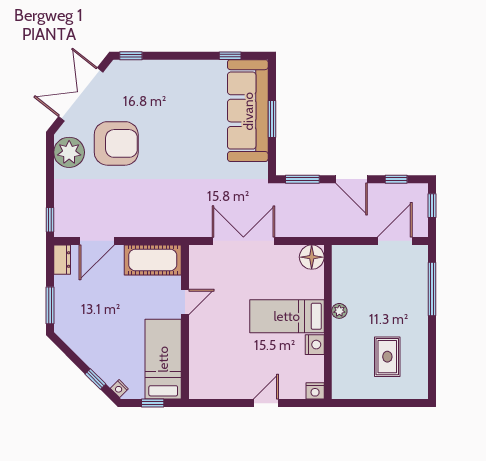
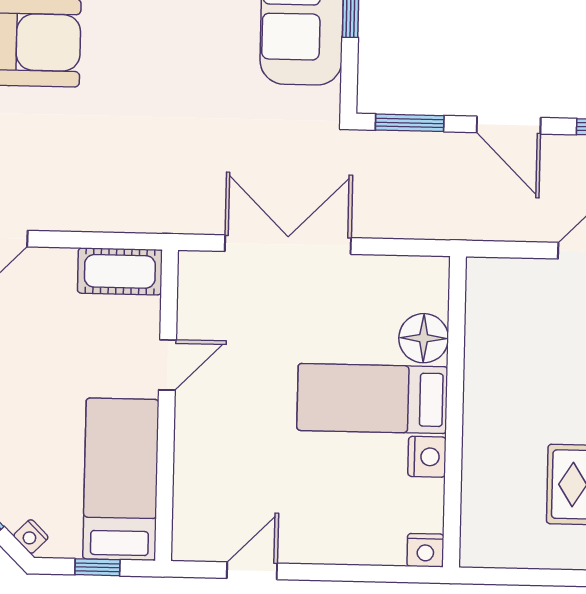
floor lamp: (312, 257) -> (424, 338), moved
cot: (153, 260) -> (120, 271), width x0.73, depth x0.75
plant: (339, 311) -> (478, 390), removed
door: (266, 403) -> (252, 571), moved

